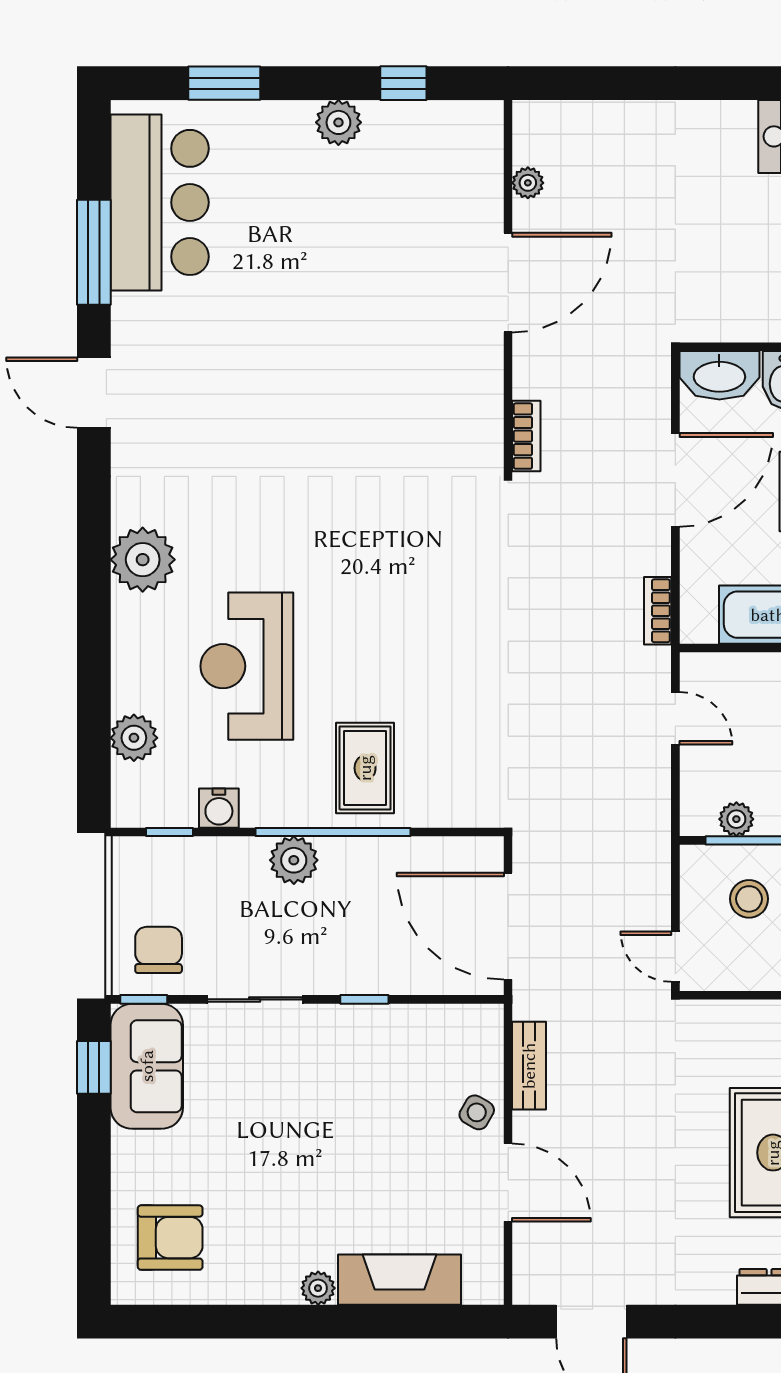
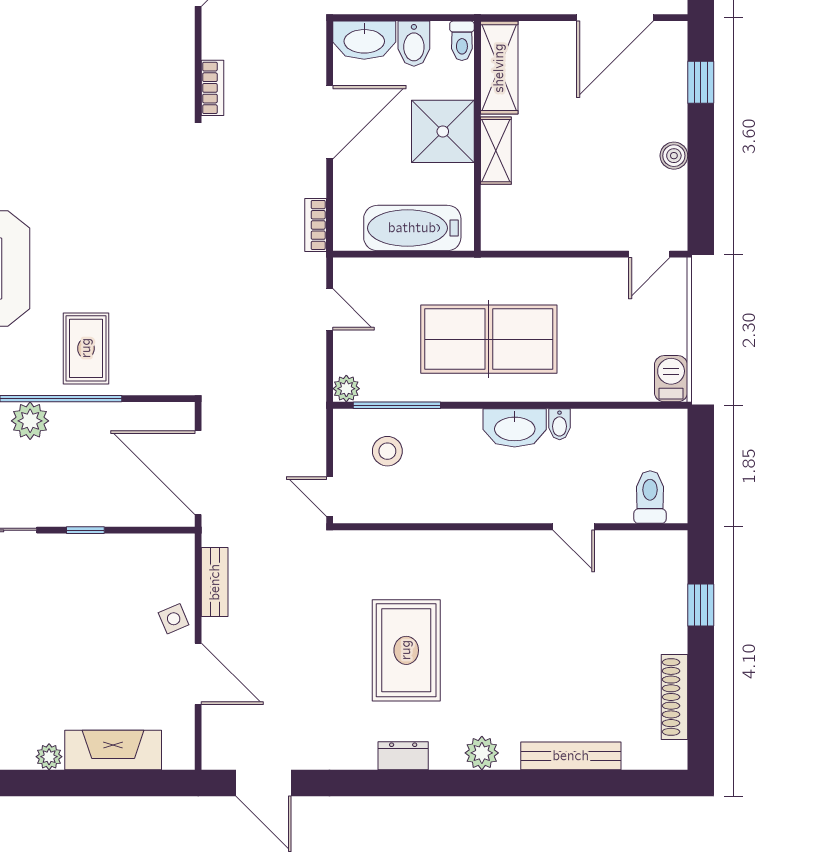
plant: (736, 819) -> (346, 389), moved
side table: (477, 1112) -> (174, 619), turned 37

